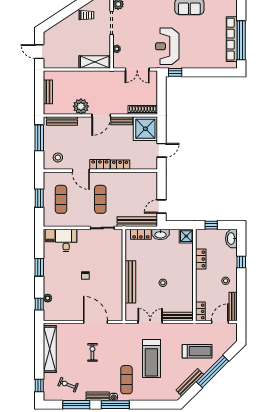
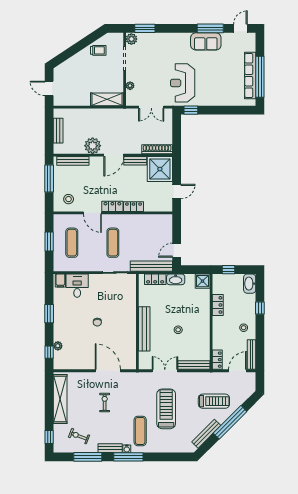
treadmill: (151, 359) -> (166, 409), turned 180

